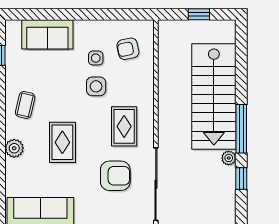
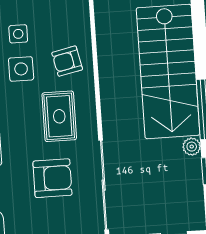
armchair: (128, 49) -> (67, 61), moved

